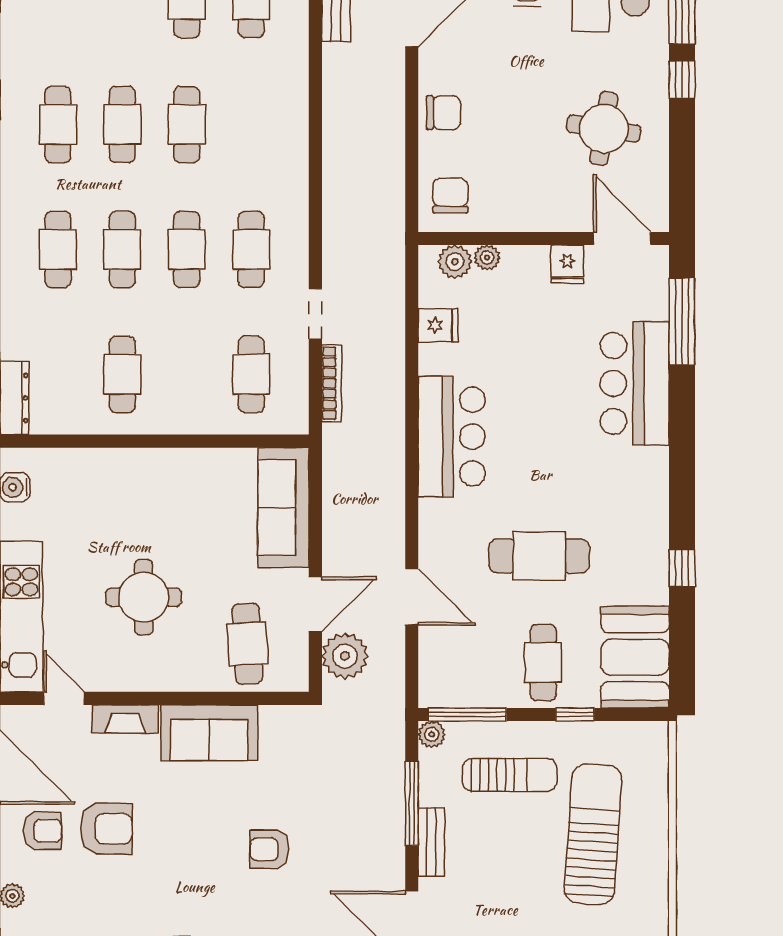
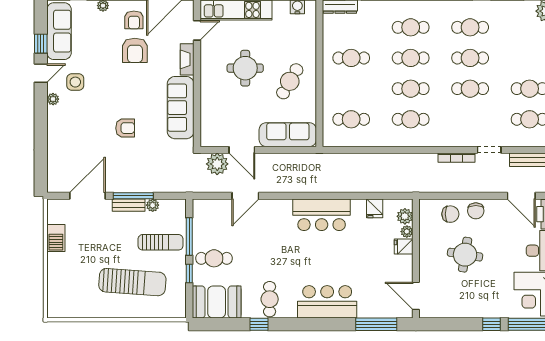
round table: (604, 129) -> (465, 255), moved
chair: (450, 196) -> (450, 214), moved
door: (622, 238) -> (416, 296), swing flipped
fridge: (567, 264) -> (404, 247), moved
doorway: (315, 314) -> (489, 150), moved
bookcase: (332, 383) -> (457, 158), moved
bar counter: (635, 383) -> (327, 302), moved
cafe table: (539, 556) -> (270, 299), moved, width x0.73, depth x0.74
cafe table: (247, 644) -> (290, 81), moved, turned -57
window: (467, 714) -> (189, 237), moved
sofa: (209, 733) -> (181, 108), width x1.36
plant: (432, 734) -> (153, 205), moved
sun lounger: (510, 775) -> (161, 242), turned -90
window: (412, 803) -> (133, 196), moved
armchair: (270, 849) -> (125, 128), turned 90

